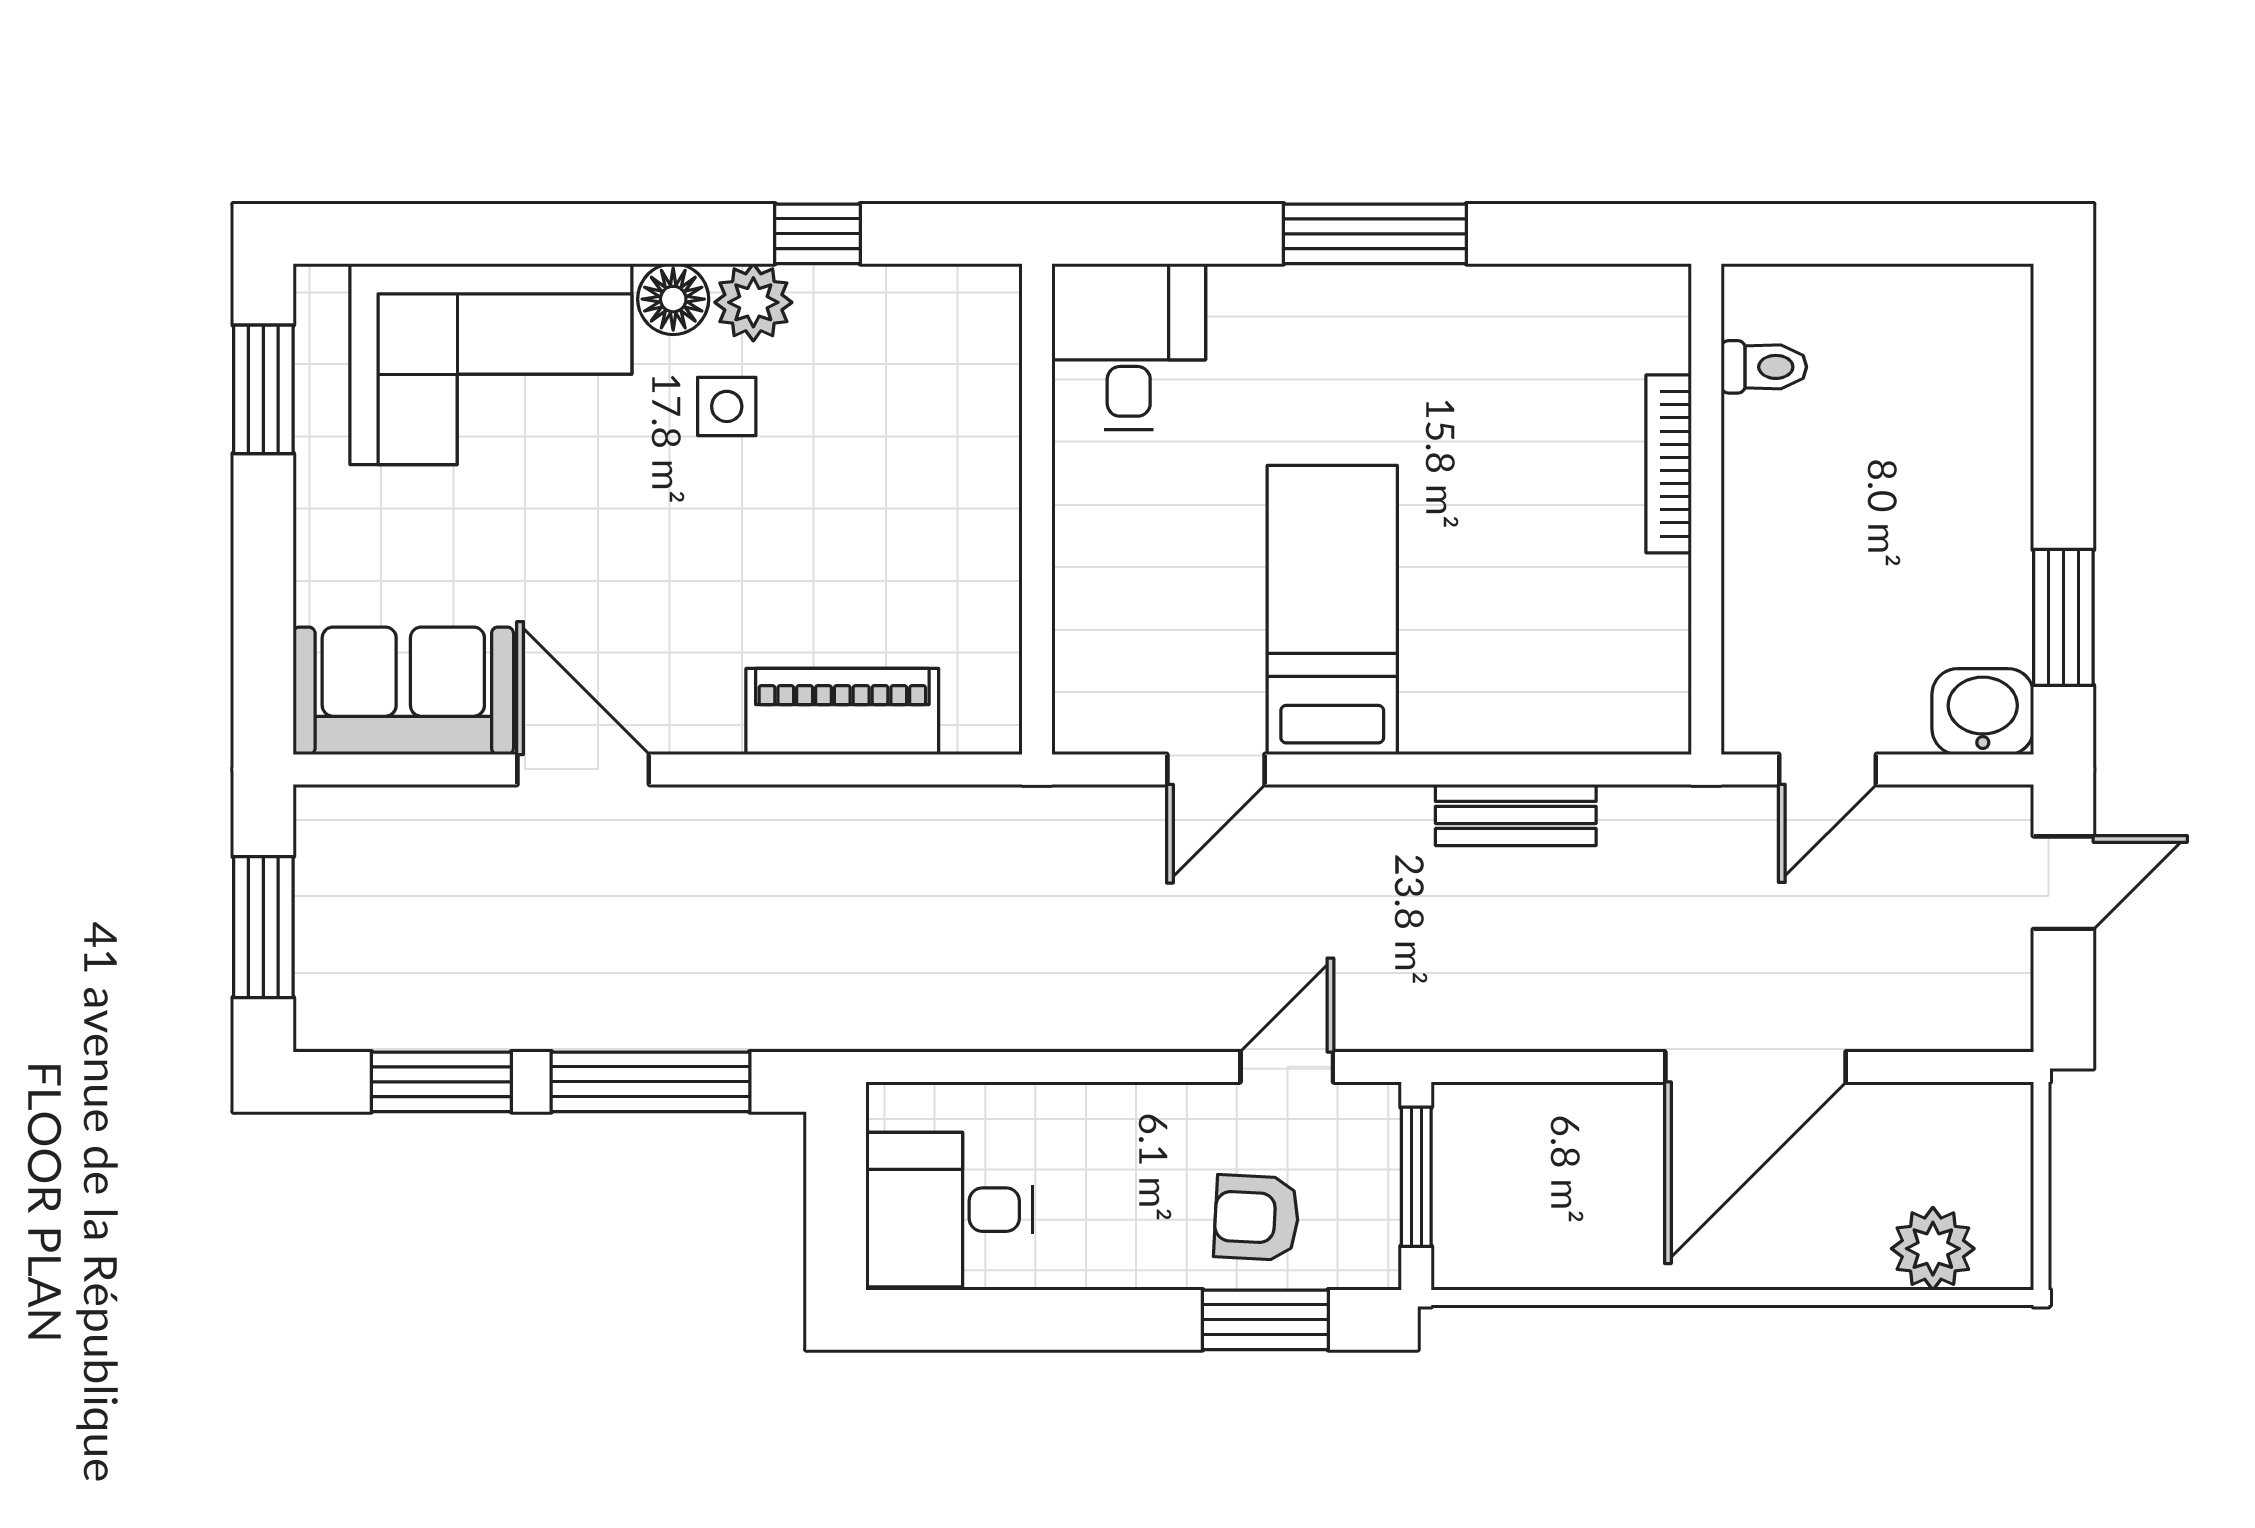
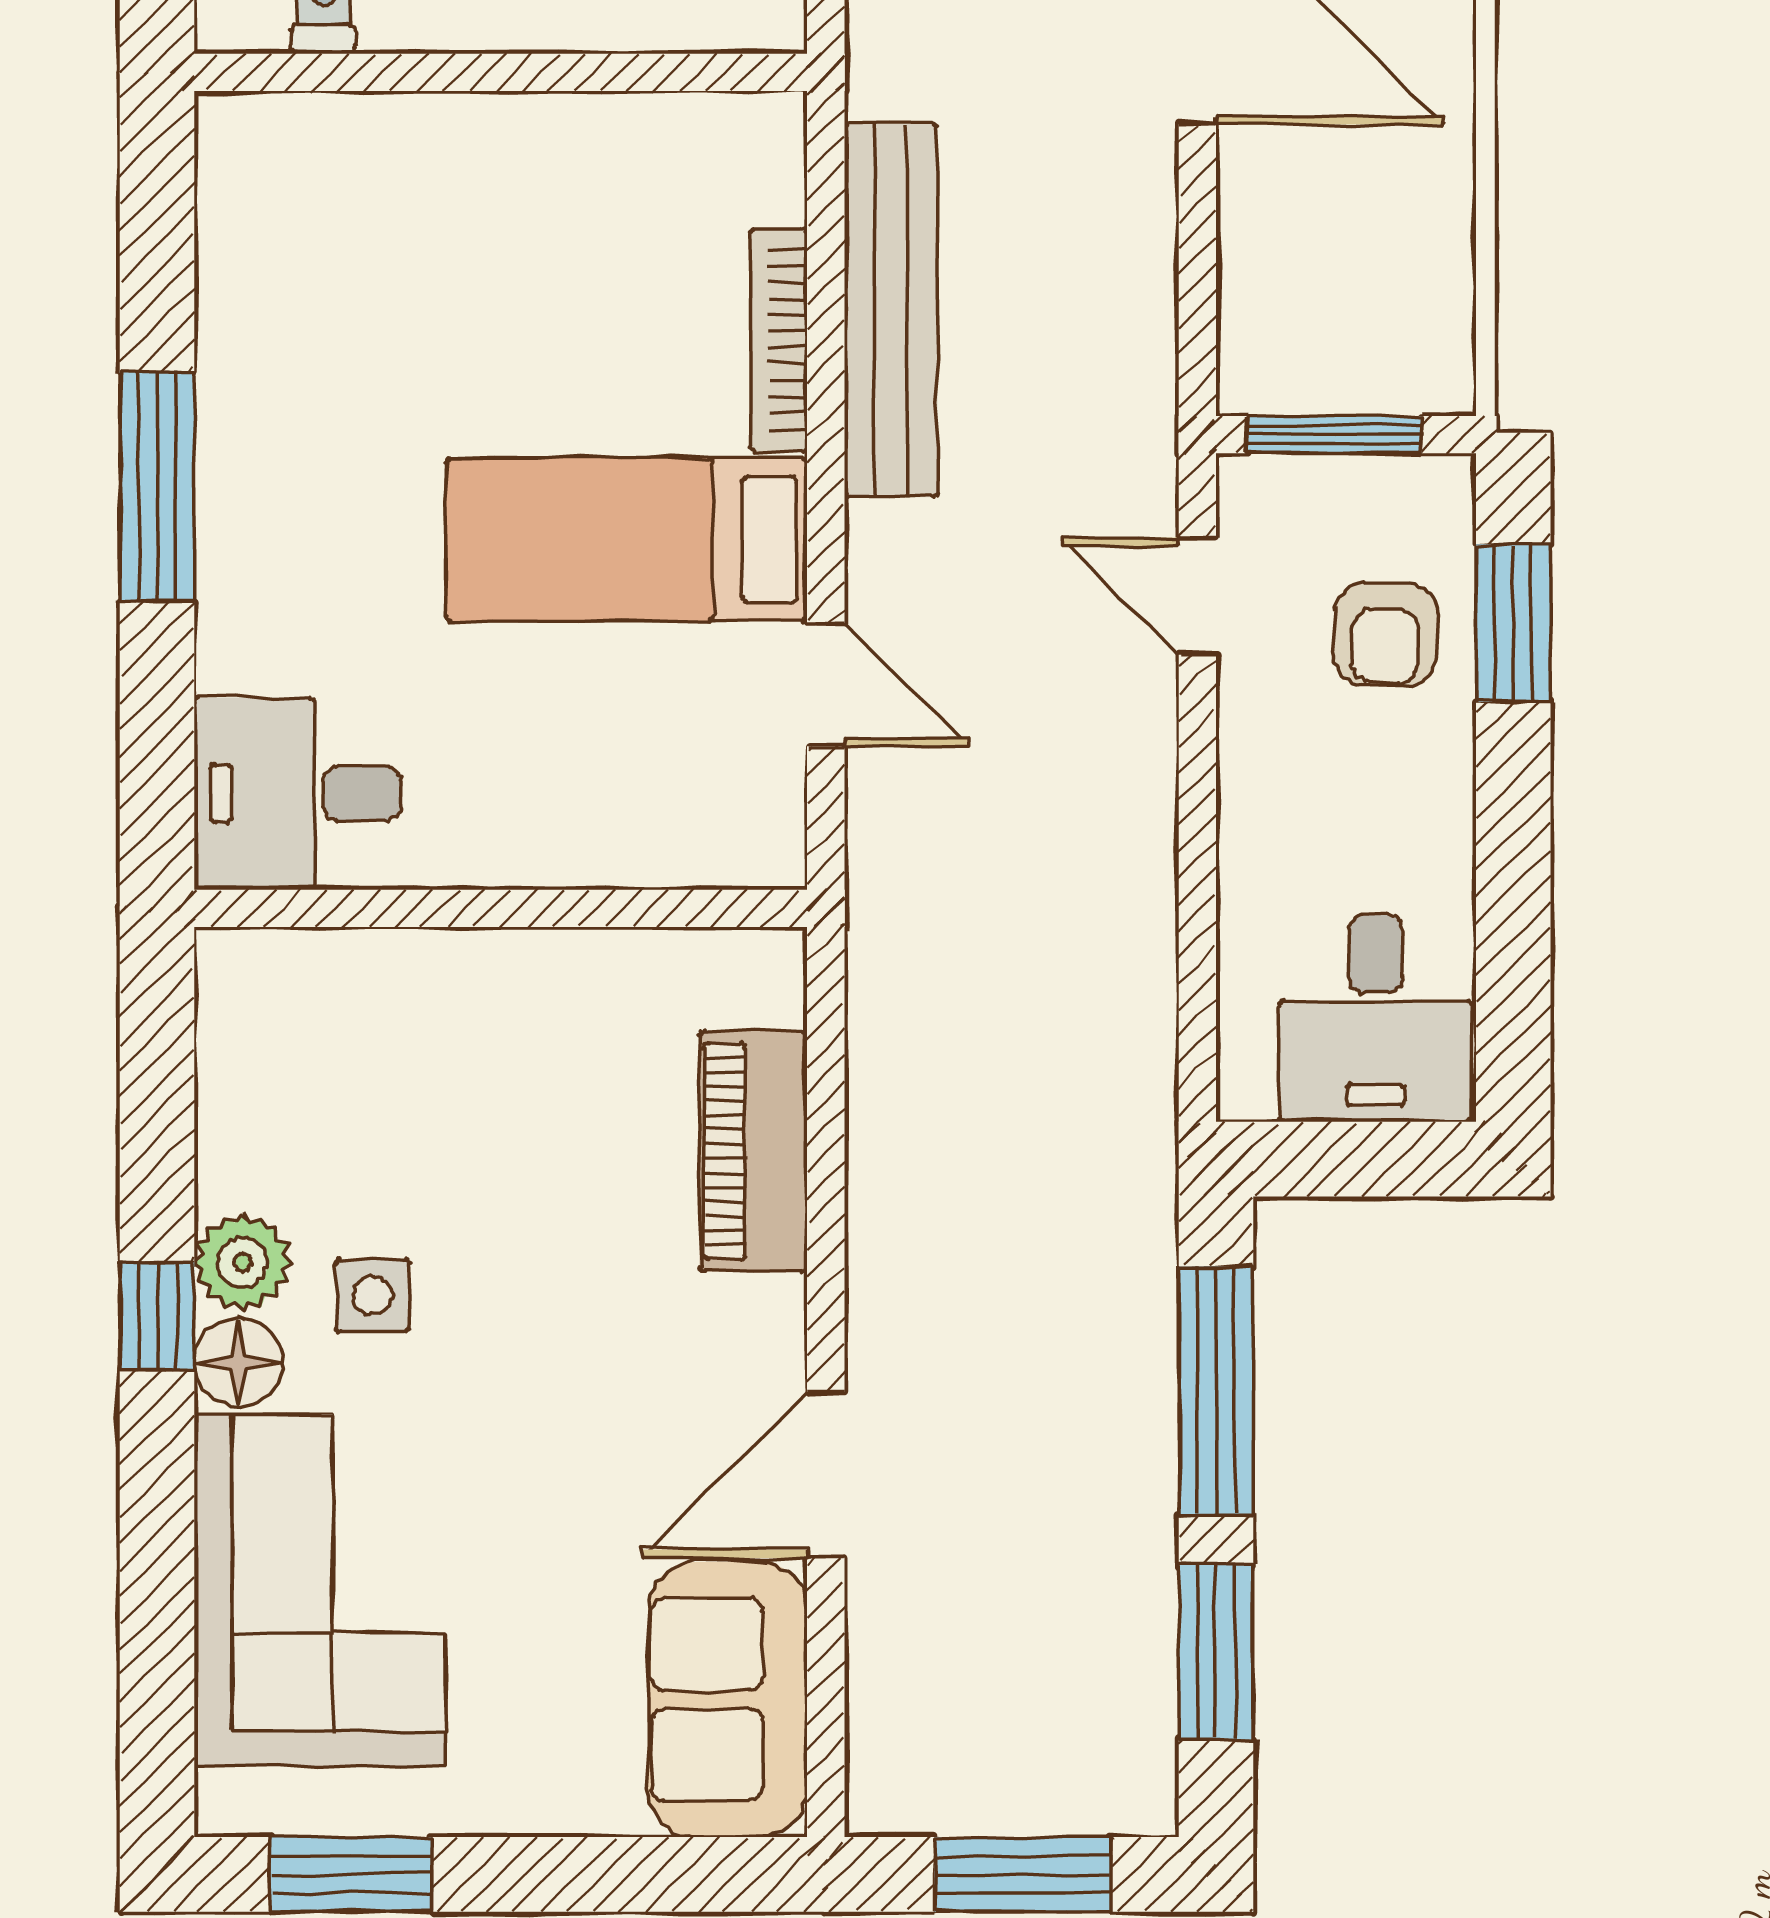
window: (817, 234) -> (157, 1316), moved
bookcase: (1669, 464) -> (779, 340), moved, turned 90
bench: (1516, 815) -> (891, 310), width x1.86, depth x1.21

